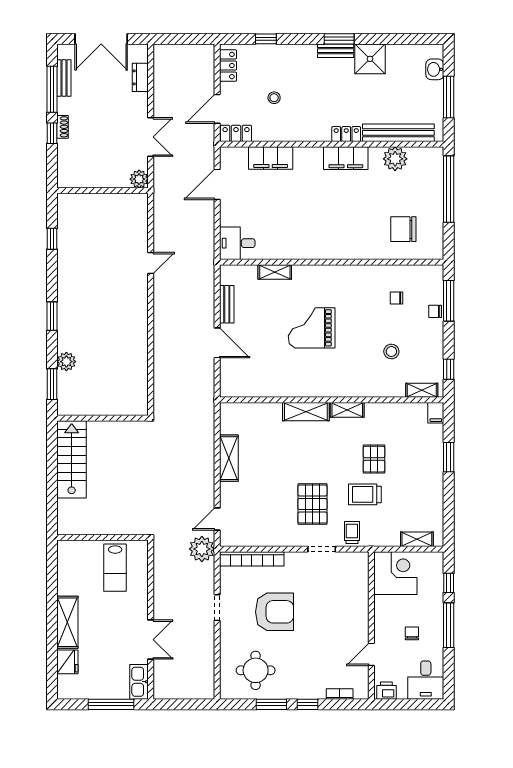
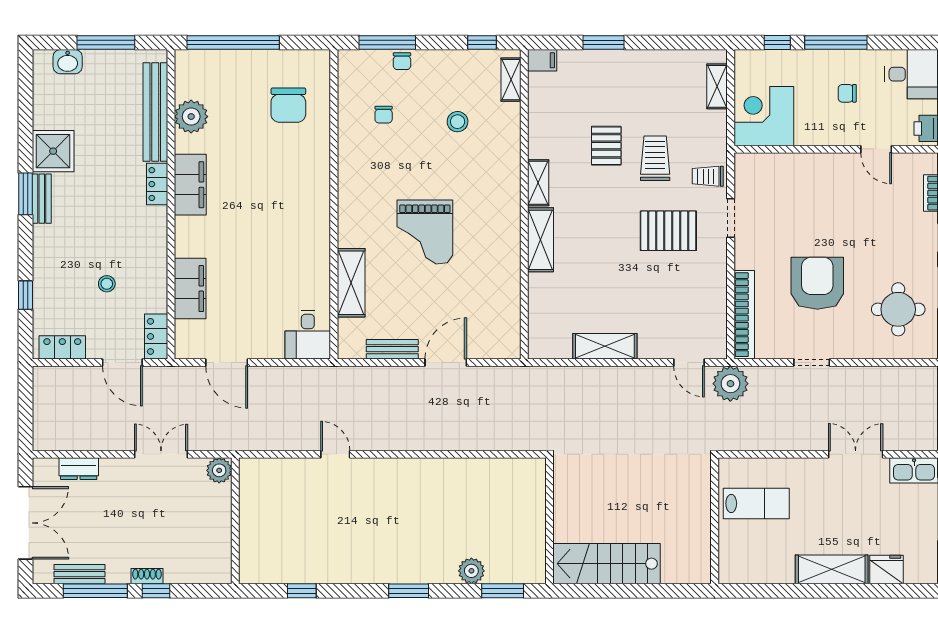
shelving: (275, 272) -> (351, 283), width x1.50, depth x1.33
pallet: (374, 459) -> (606, 146), turned 90
trolley: (365, 494) -> (655, 158), turned 180

